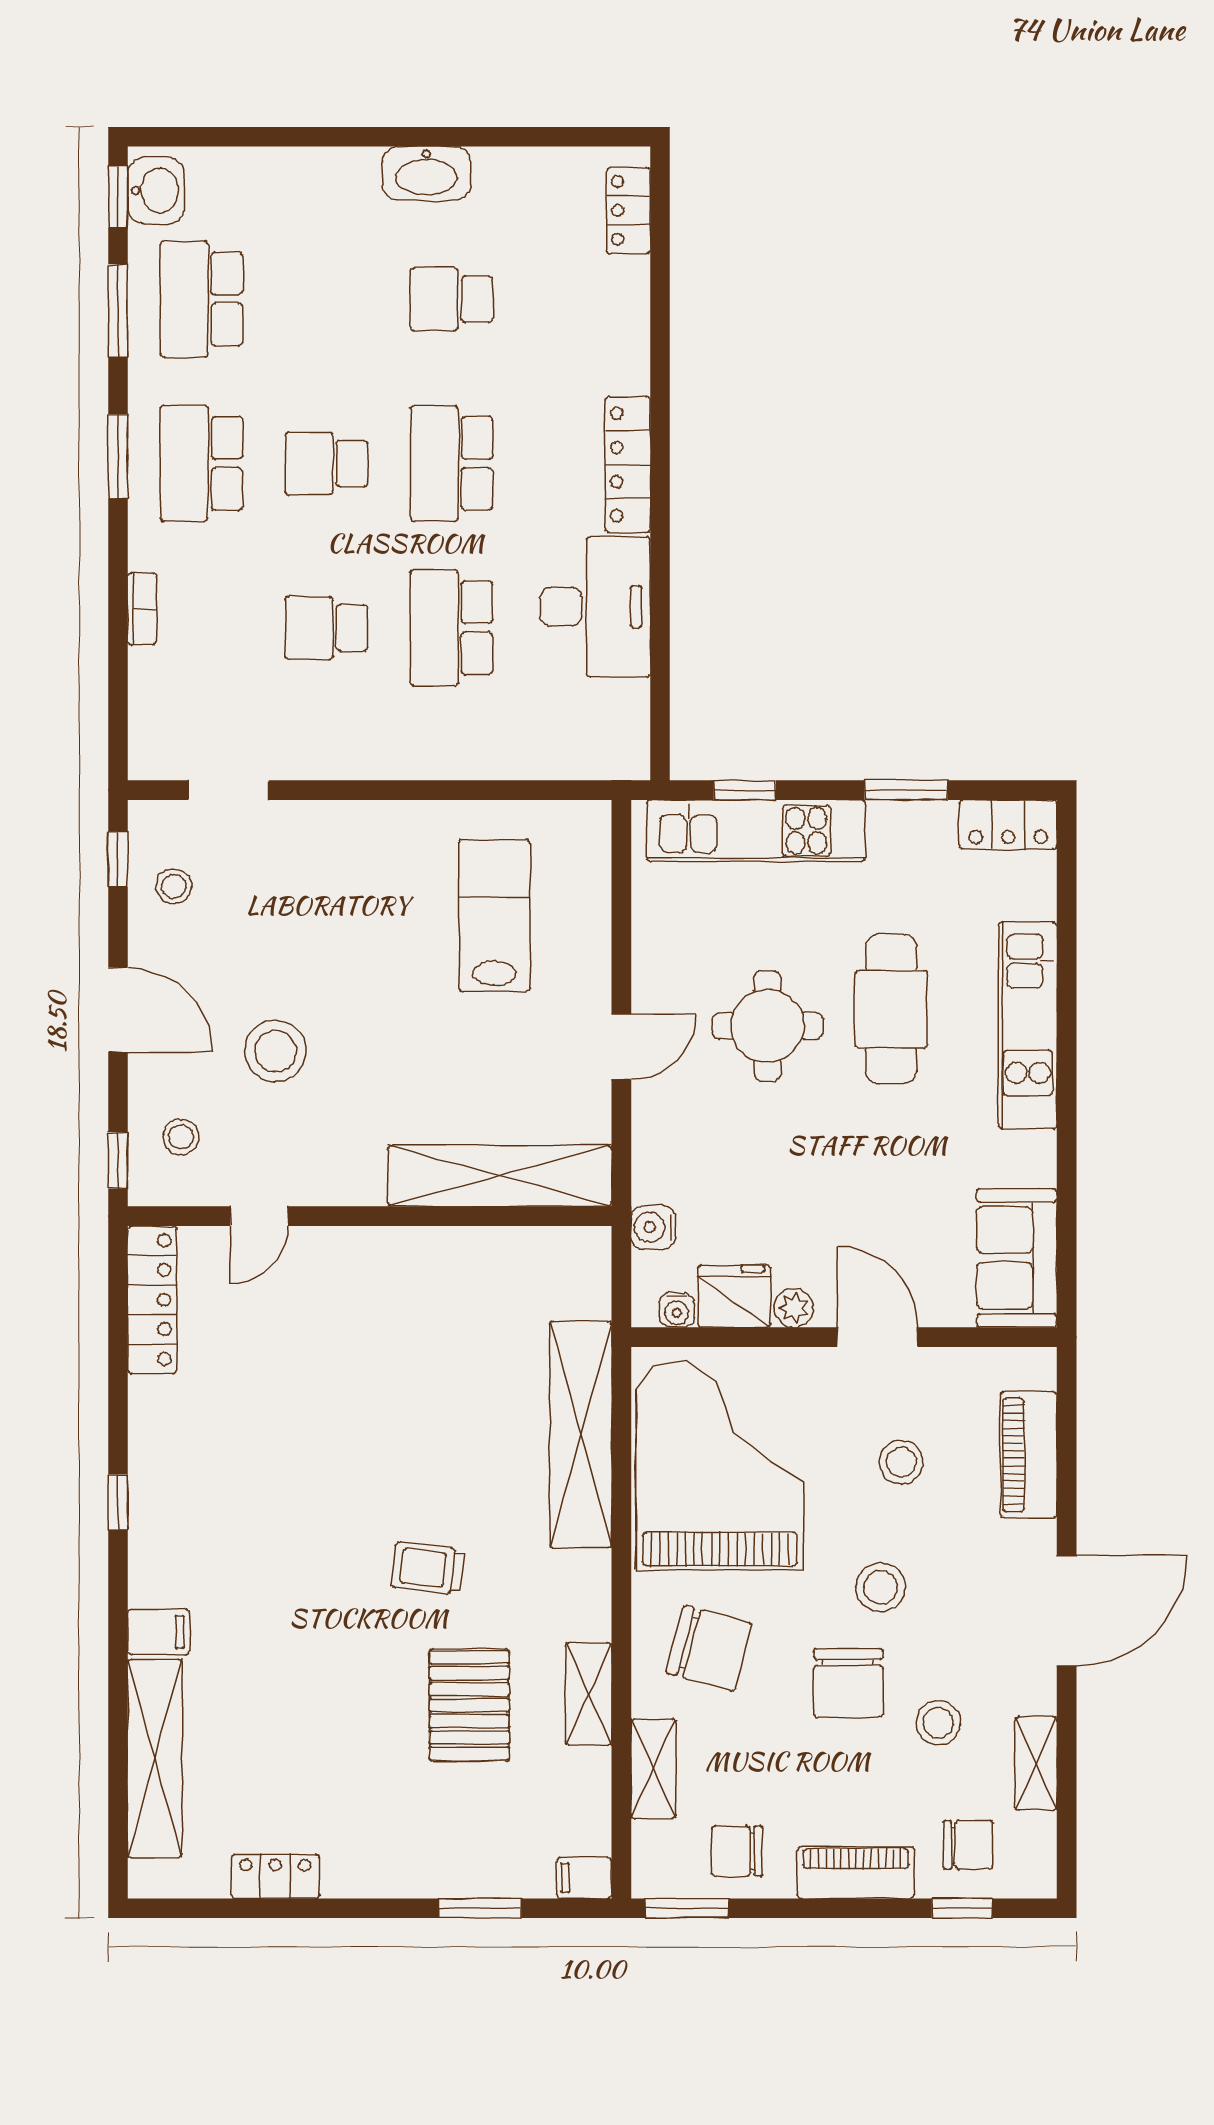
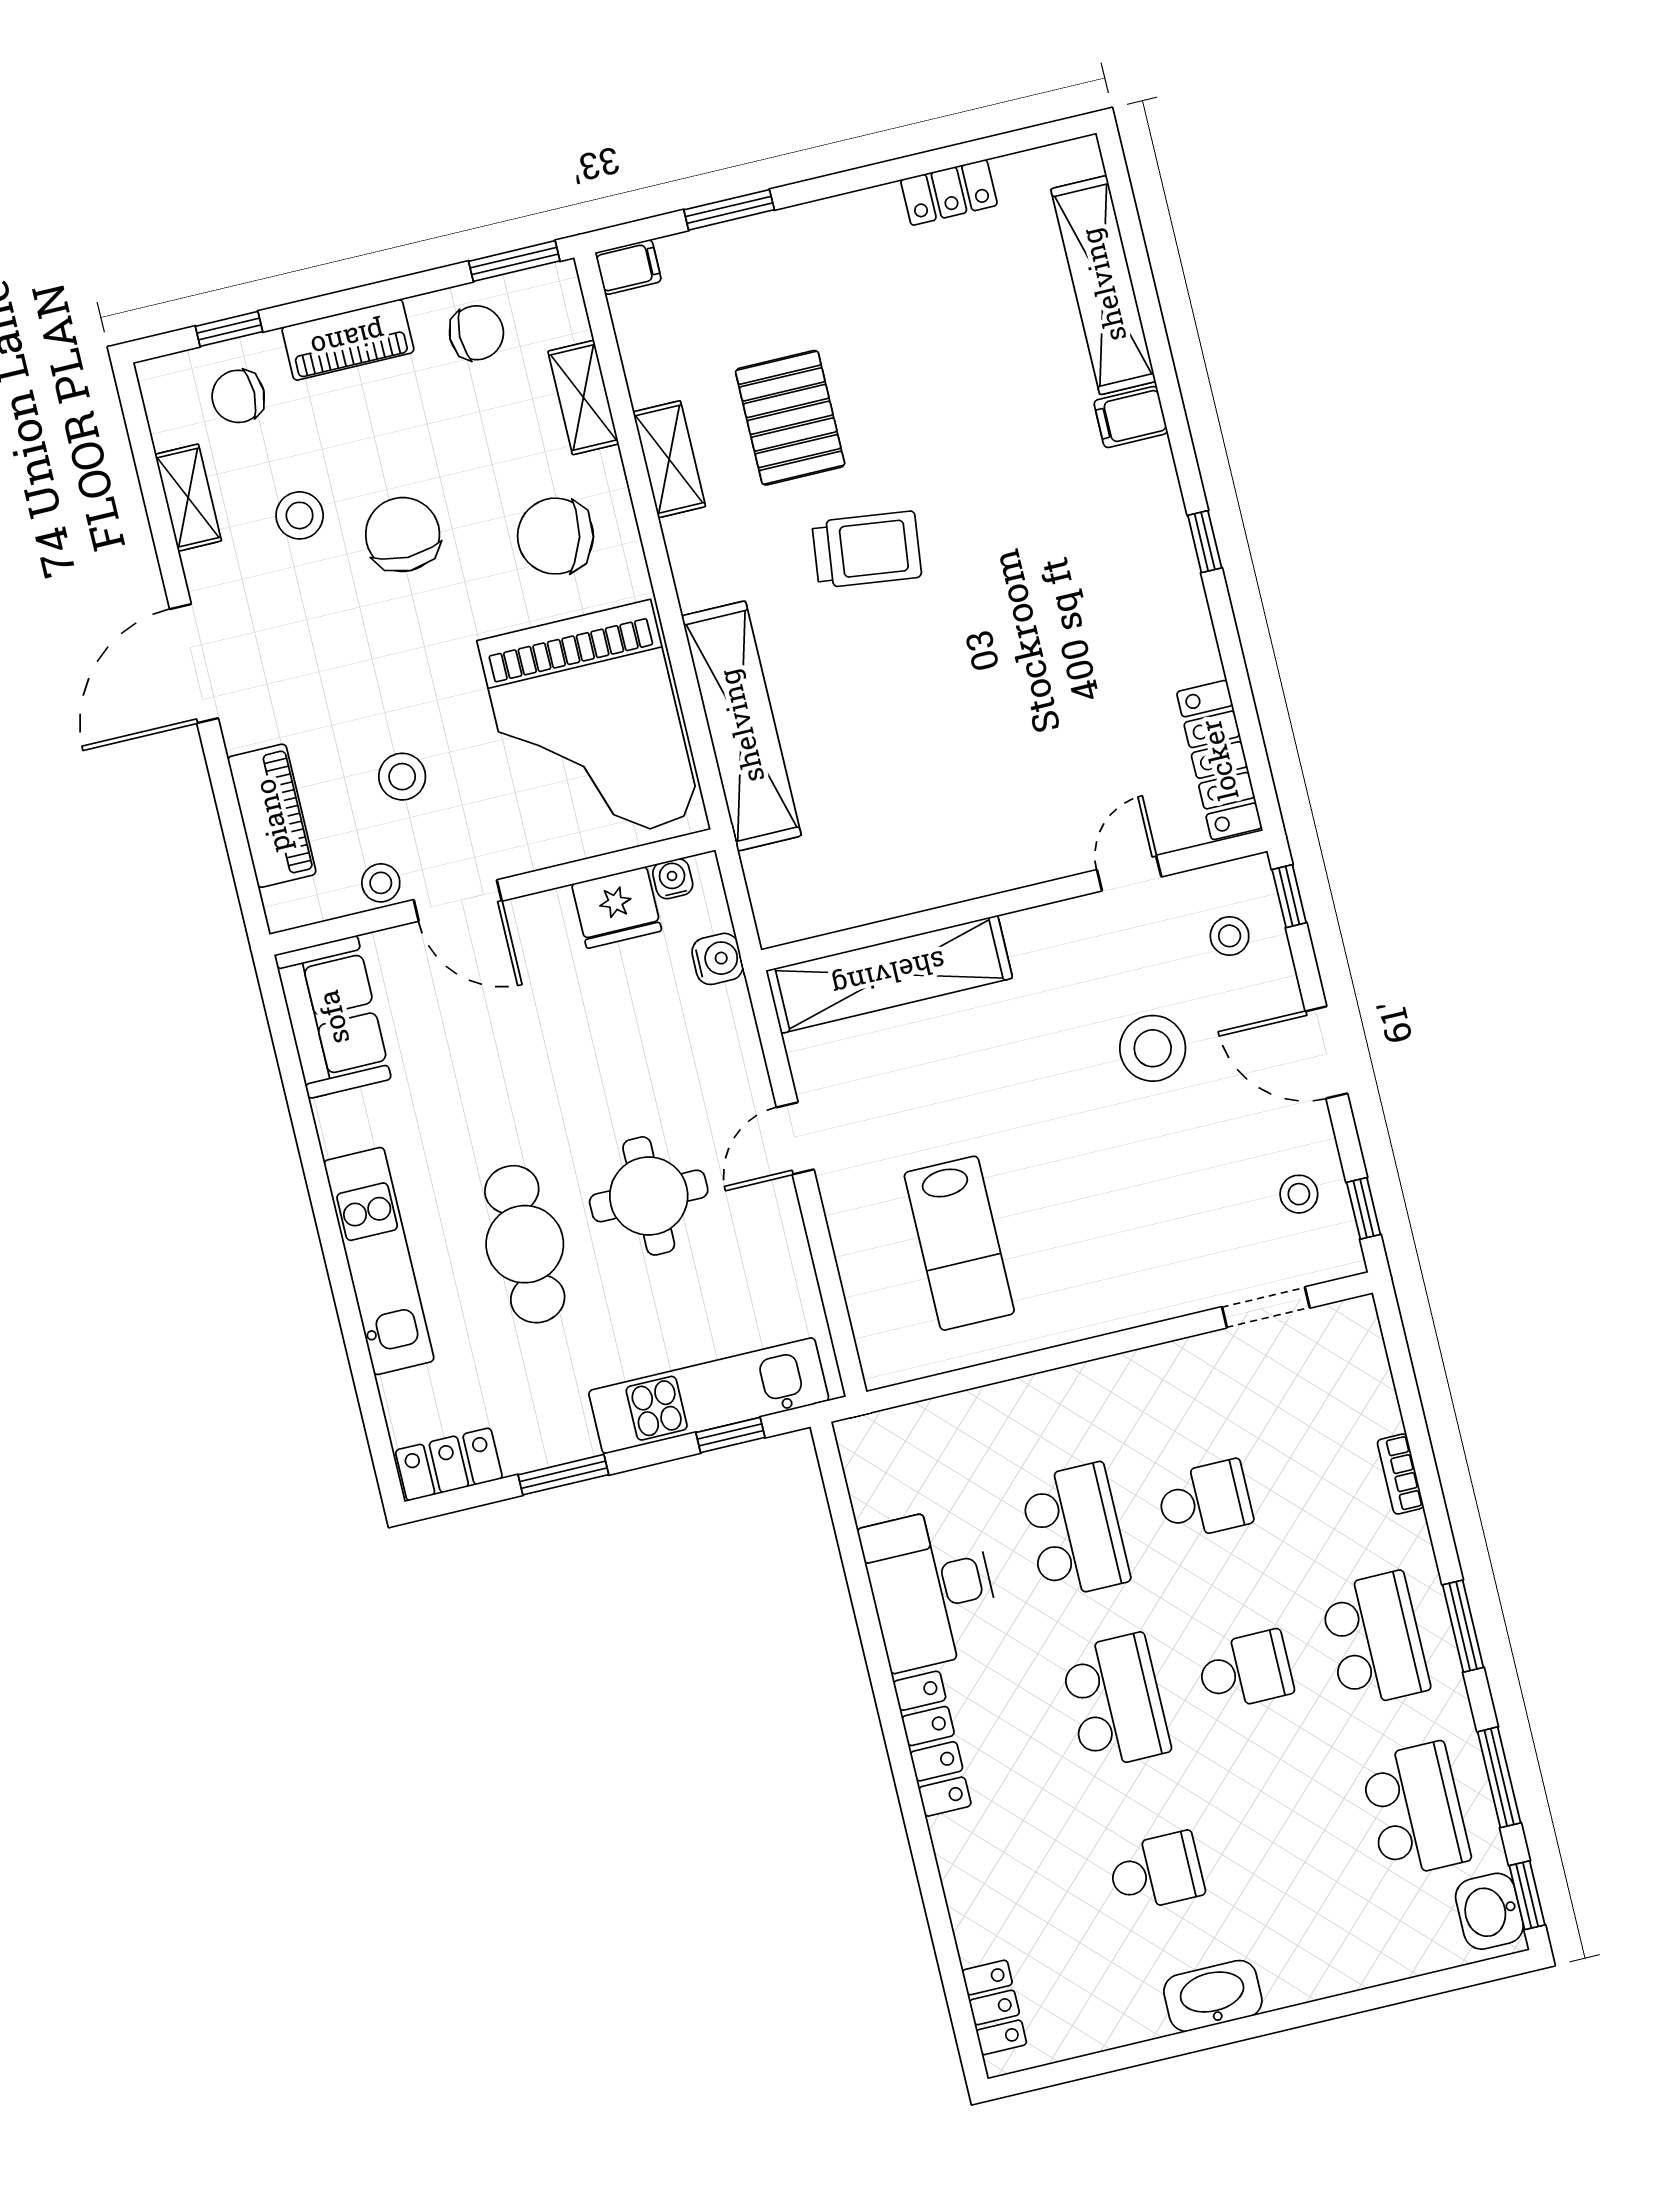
plant: (794, 1308) -> (552, 910), removed
trolley: (428, 1568) -> (867, 550), width x1.36, depth x1.39
stool: (881, 1587) -> (381, 883), moved, width x0.73, depth x0.73

